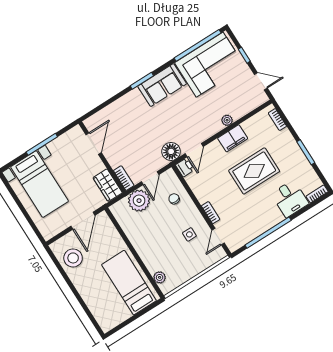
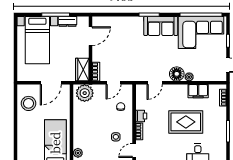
filing cabinet: (233, 138) -> (198, 91), moved
dresser: (59, 144) -> (67, 21), added
floor lamp: (171, 151) -> (177, 74), moved
printer: (185, 167) -> (141, 116), moved
plant: (139, 201) -> (85, 93), moved

